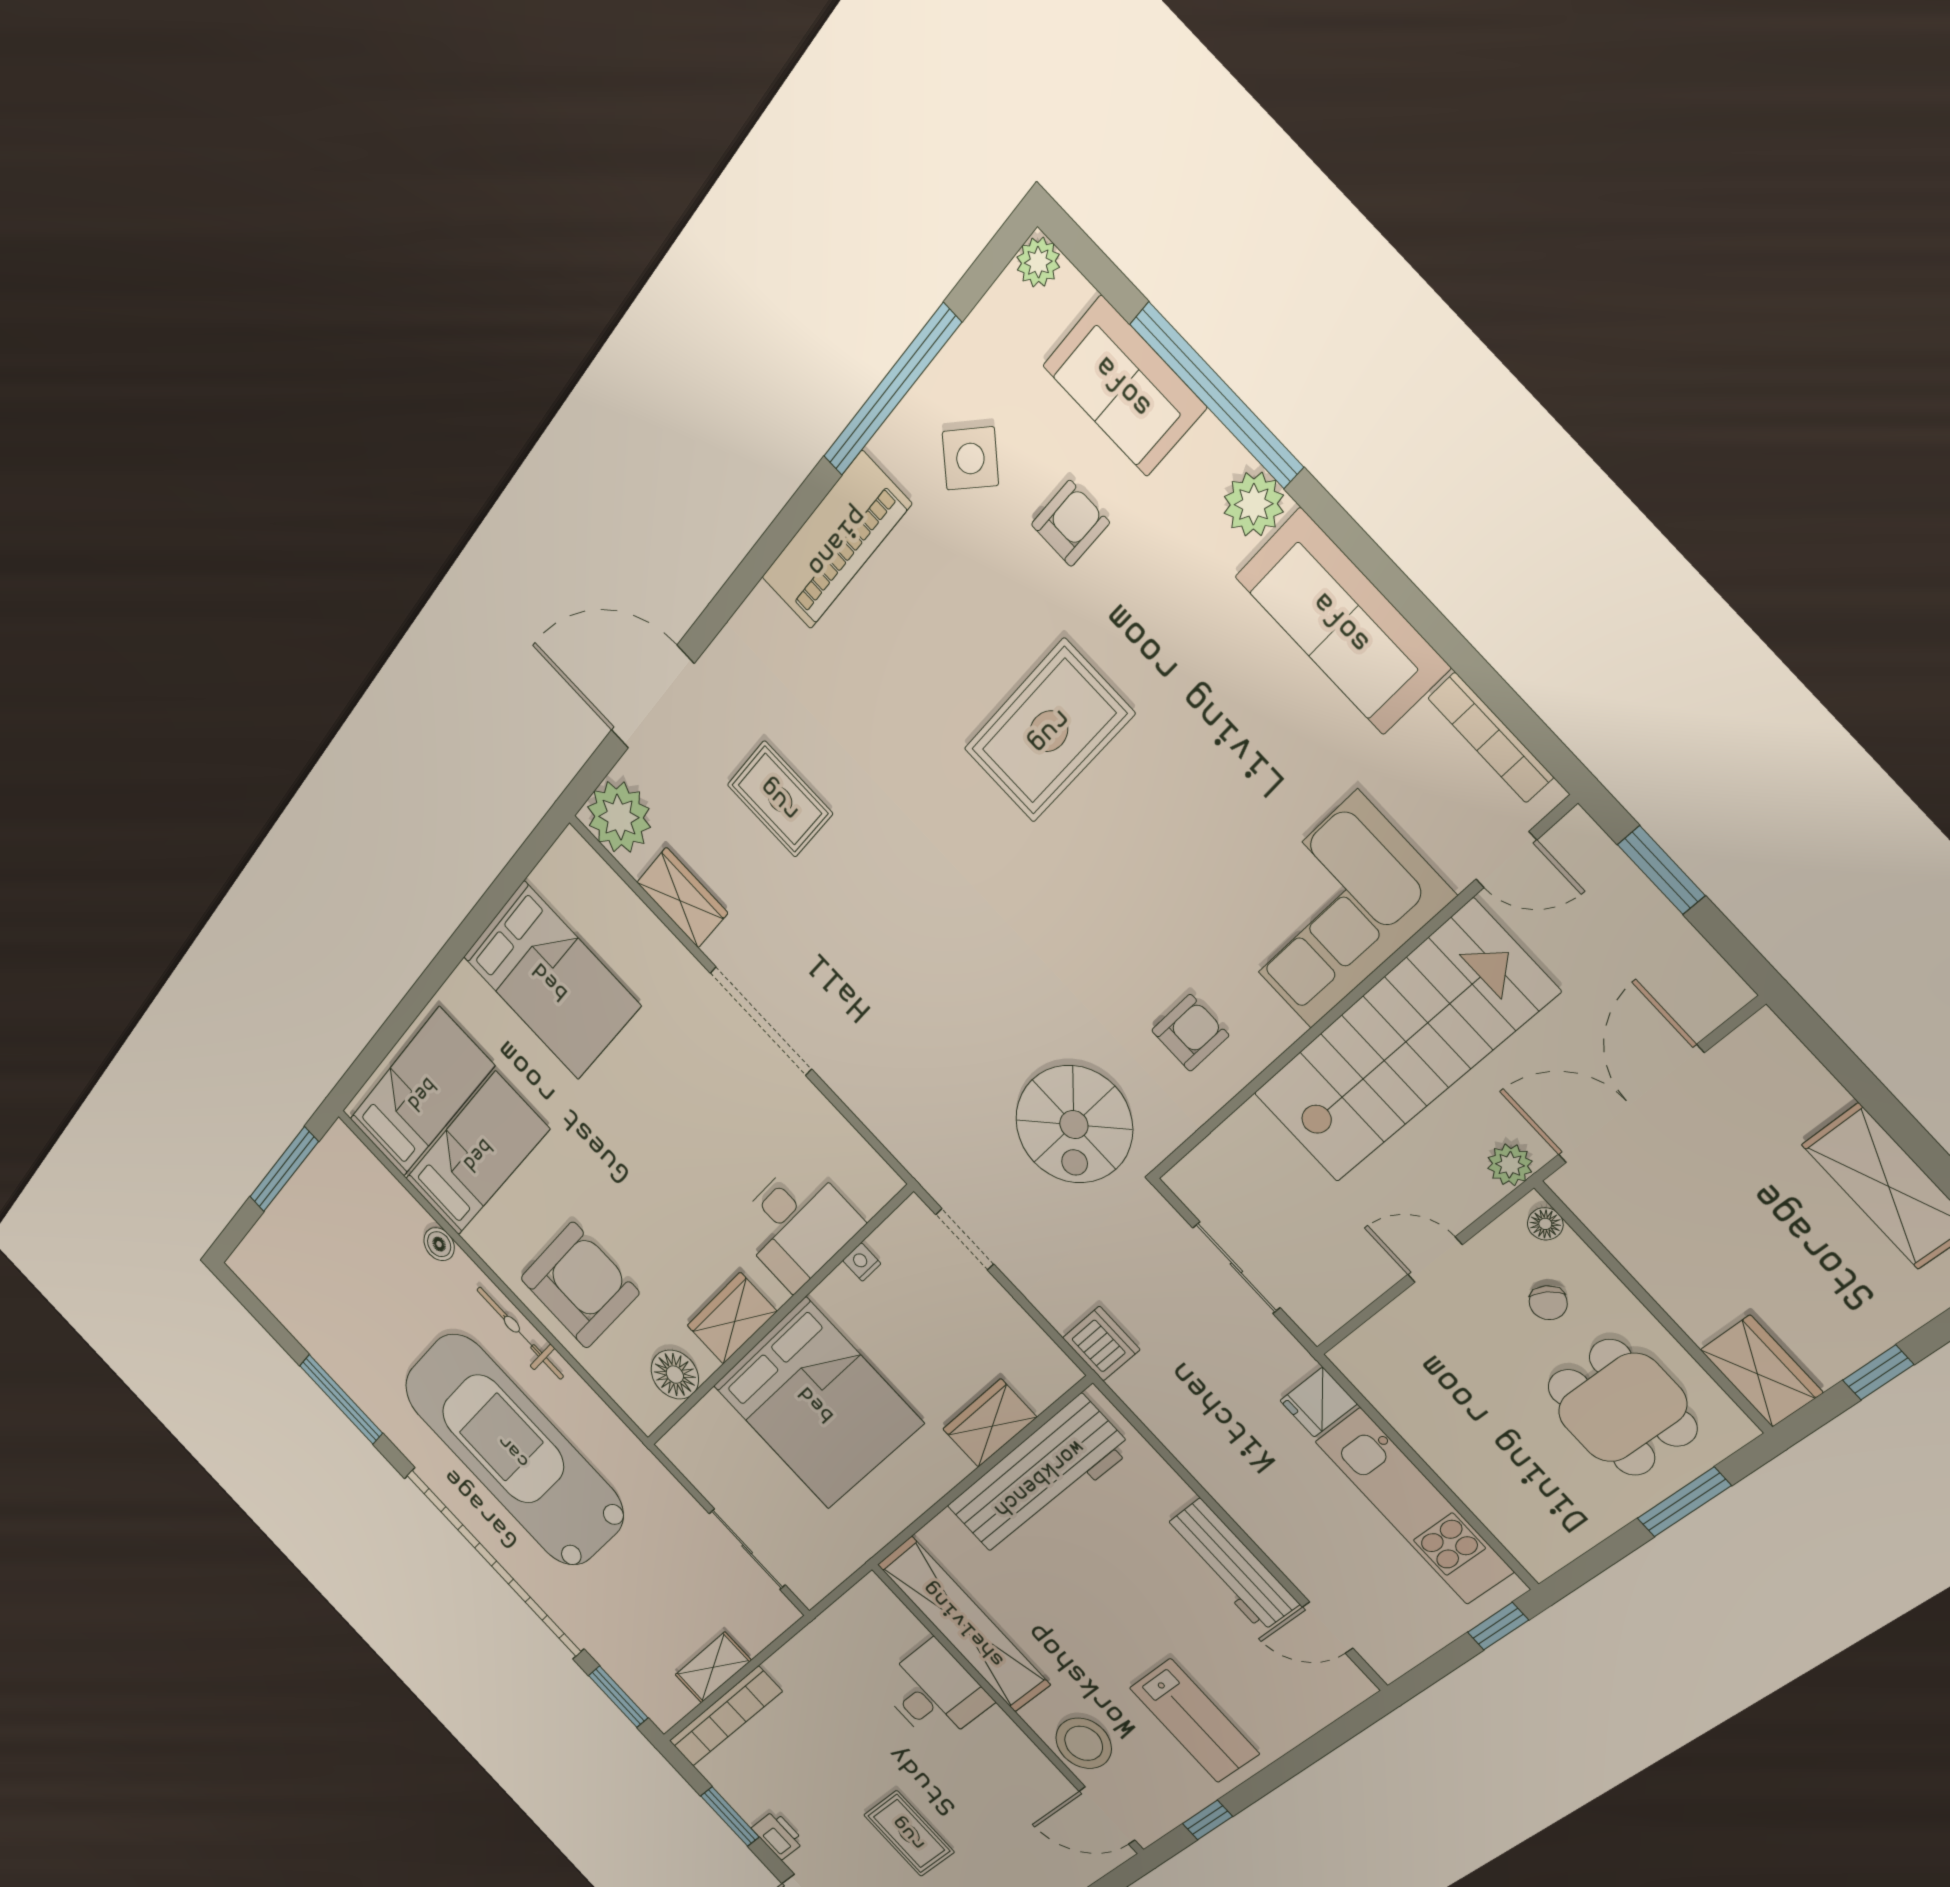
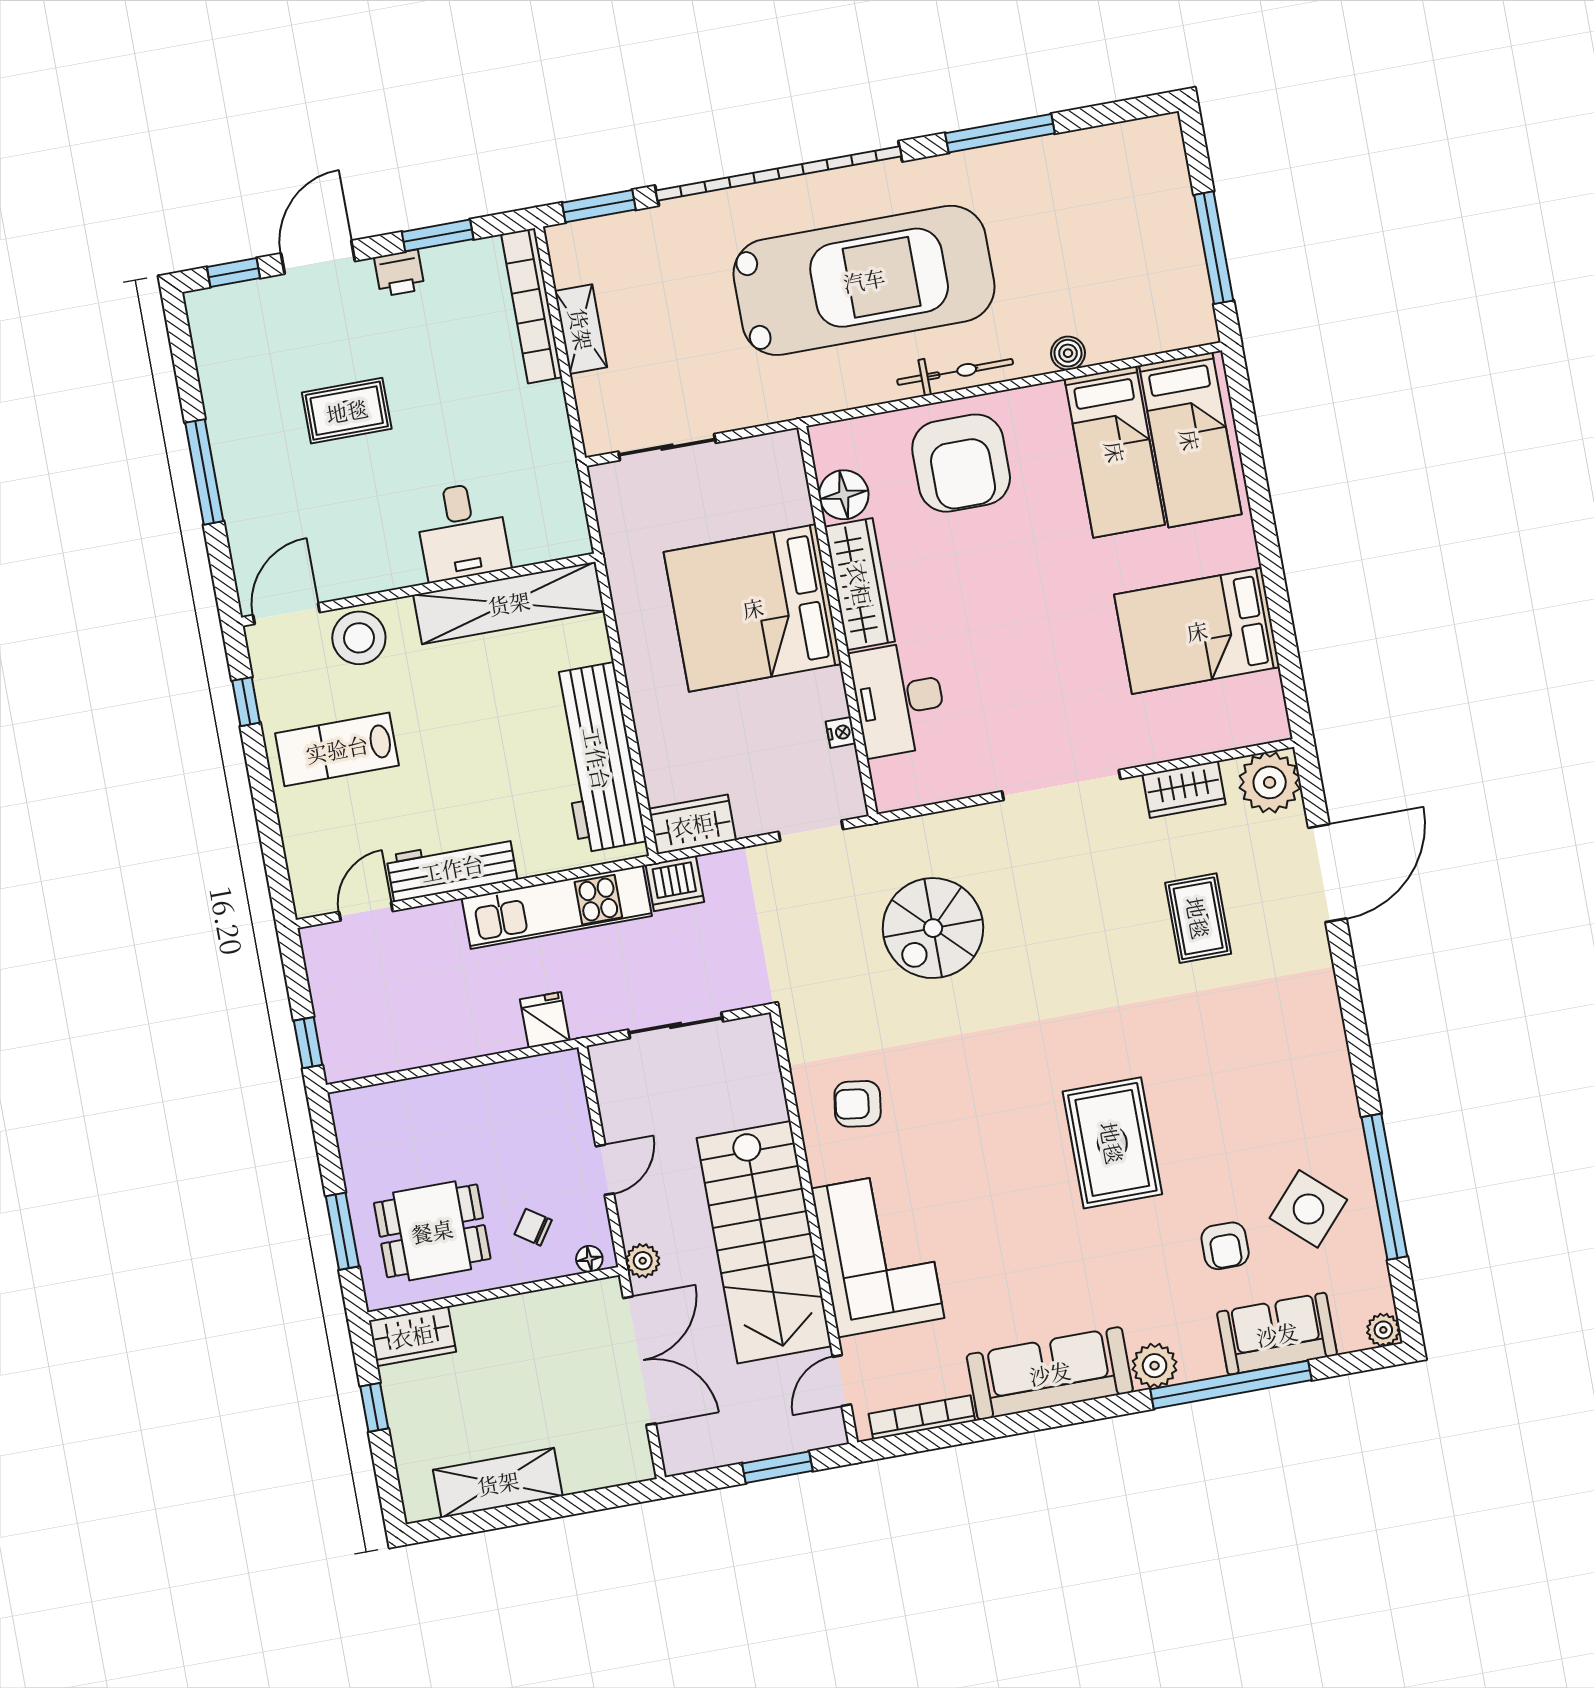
side table: (970, 458) -> (1308, 1209), width x1.37, depth x1.37
piano: (836, 541) -> (1327, 1083), removed
rug: (780, 799) -> (1198, 918), turned 90
armchair: (1190, 1033) -> (858, 1104), turned 98
spiral stairs: (1074, 1125) -> (933, 928), moved, turned -90
wardrobe: (732, 1318) -> (860, 584), width x1.50
wardrobe: (989, 1423) -> (692, 824), moved, turned -90
kitchen unit: (1414, 1506) -> (557, 907), moved, turned 180

